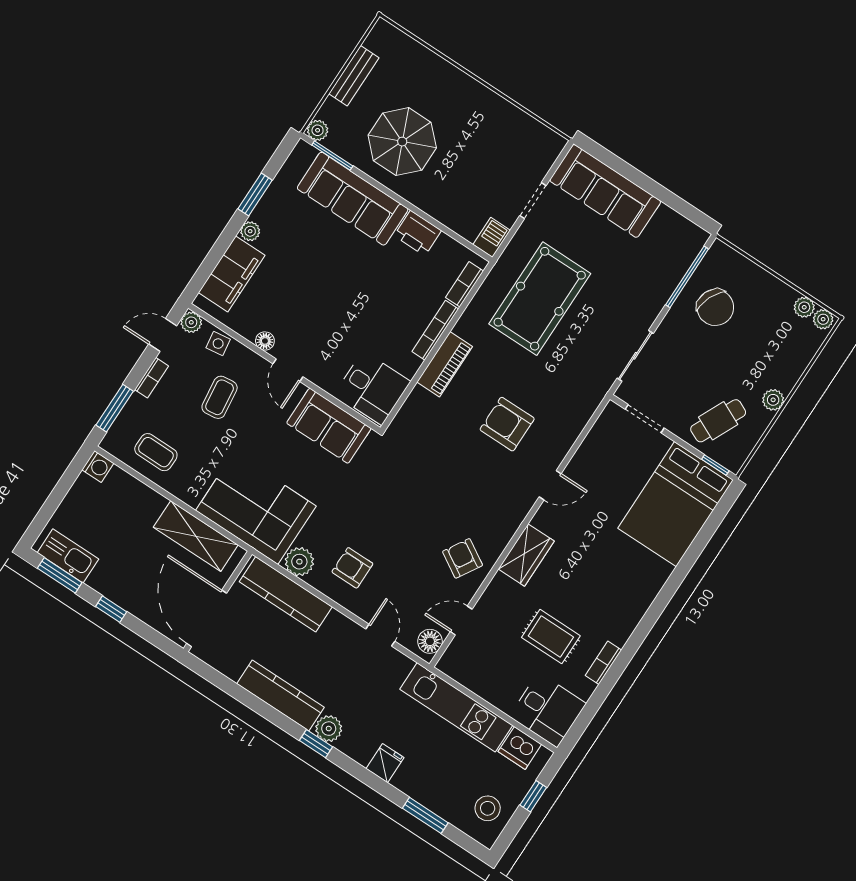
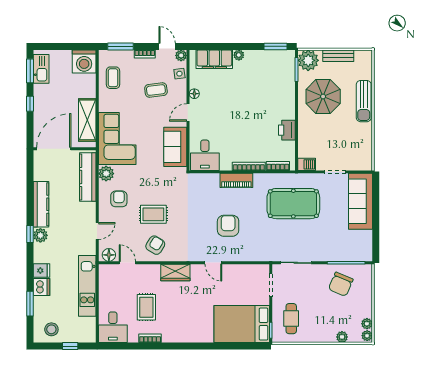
sun lounger: (451, 83) -> (364, 101), added
plant: (318, 130) -> (308, 60), width x1.87, depth x1.87
window: (255, 194) -> (276, 46), moved
sofa: (353, 199) -> (283, 91), removed
plant: (773, 400) -> (342, 337), moved
cafe table: (718, 421) -> (291, 319), turned 65
washing machine: (98, 466) -> (84, 62), width x1.89, depth x1.89
rug: (412, 529) -> (153, 214), added
dishwasher: (520, 748) -> (42, 287), moved, turned 180

